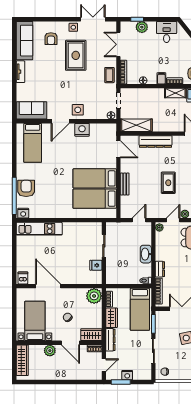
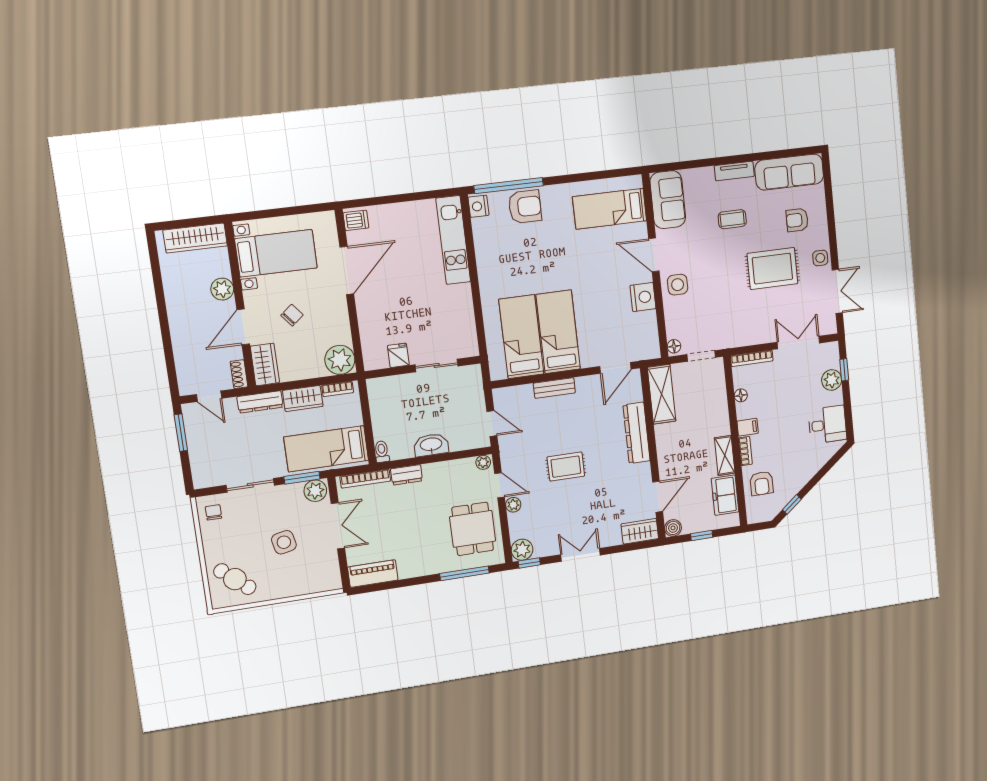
coffee table: (109, 75) -> (732, 219), moved
plant: (161, 318) -> (315, 491), added
nightstand: (127, 375) -> (196, 443), removed

